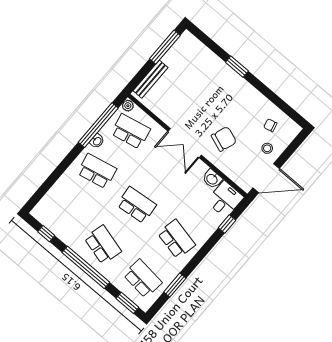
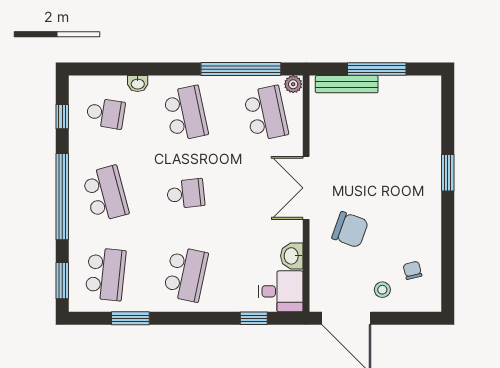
window: (165, 47) -> (377, 69), moved
washbasin: (97, 141) -> (138, 84), moved
school desk: (137, 205) -> (186, 194), width x0.54
school desk: (63, 211) -> (106, 113), added
school desk: (103, 245) -> (106, 194), turned -30

